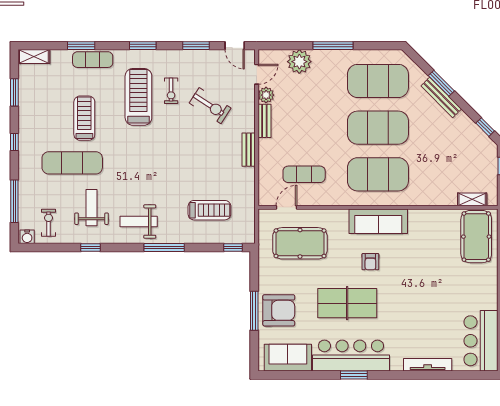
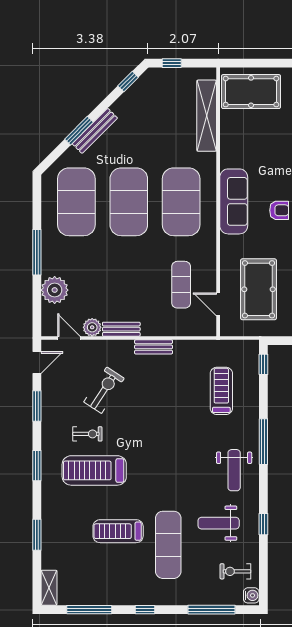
exercise mat: (93, 60) -> (52, 522), removed
window: (14, 92) -> (89, 610), width x1.44
shelving: (472, 199) -> (207, 116), width x2.20, depth x1.33

